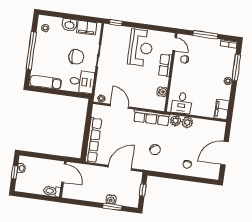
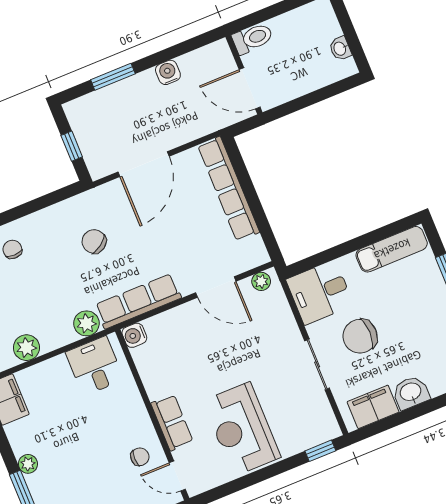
water cooler: (162, 92) -> (134, 335), moved
plant: (187, 122) -> (26, 348), moved
window: (15, 172) -> (350, 33), removed
water cooler: (111, 199) -> (168, 72), moved

